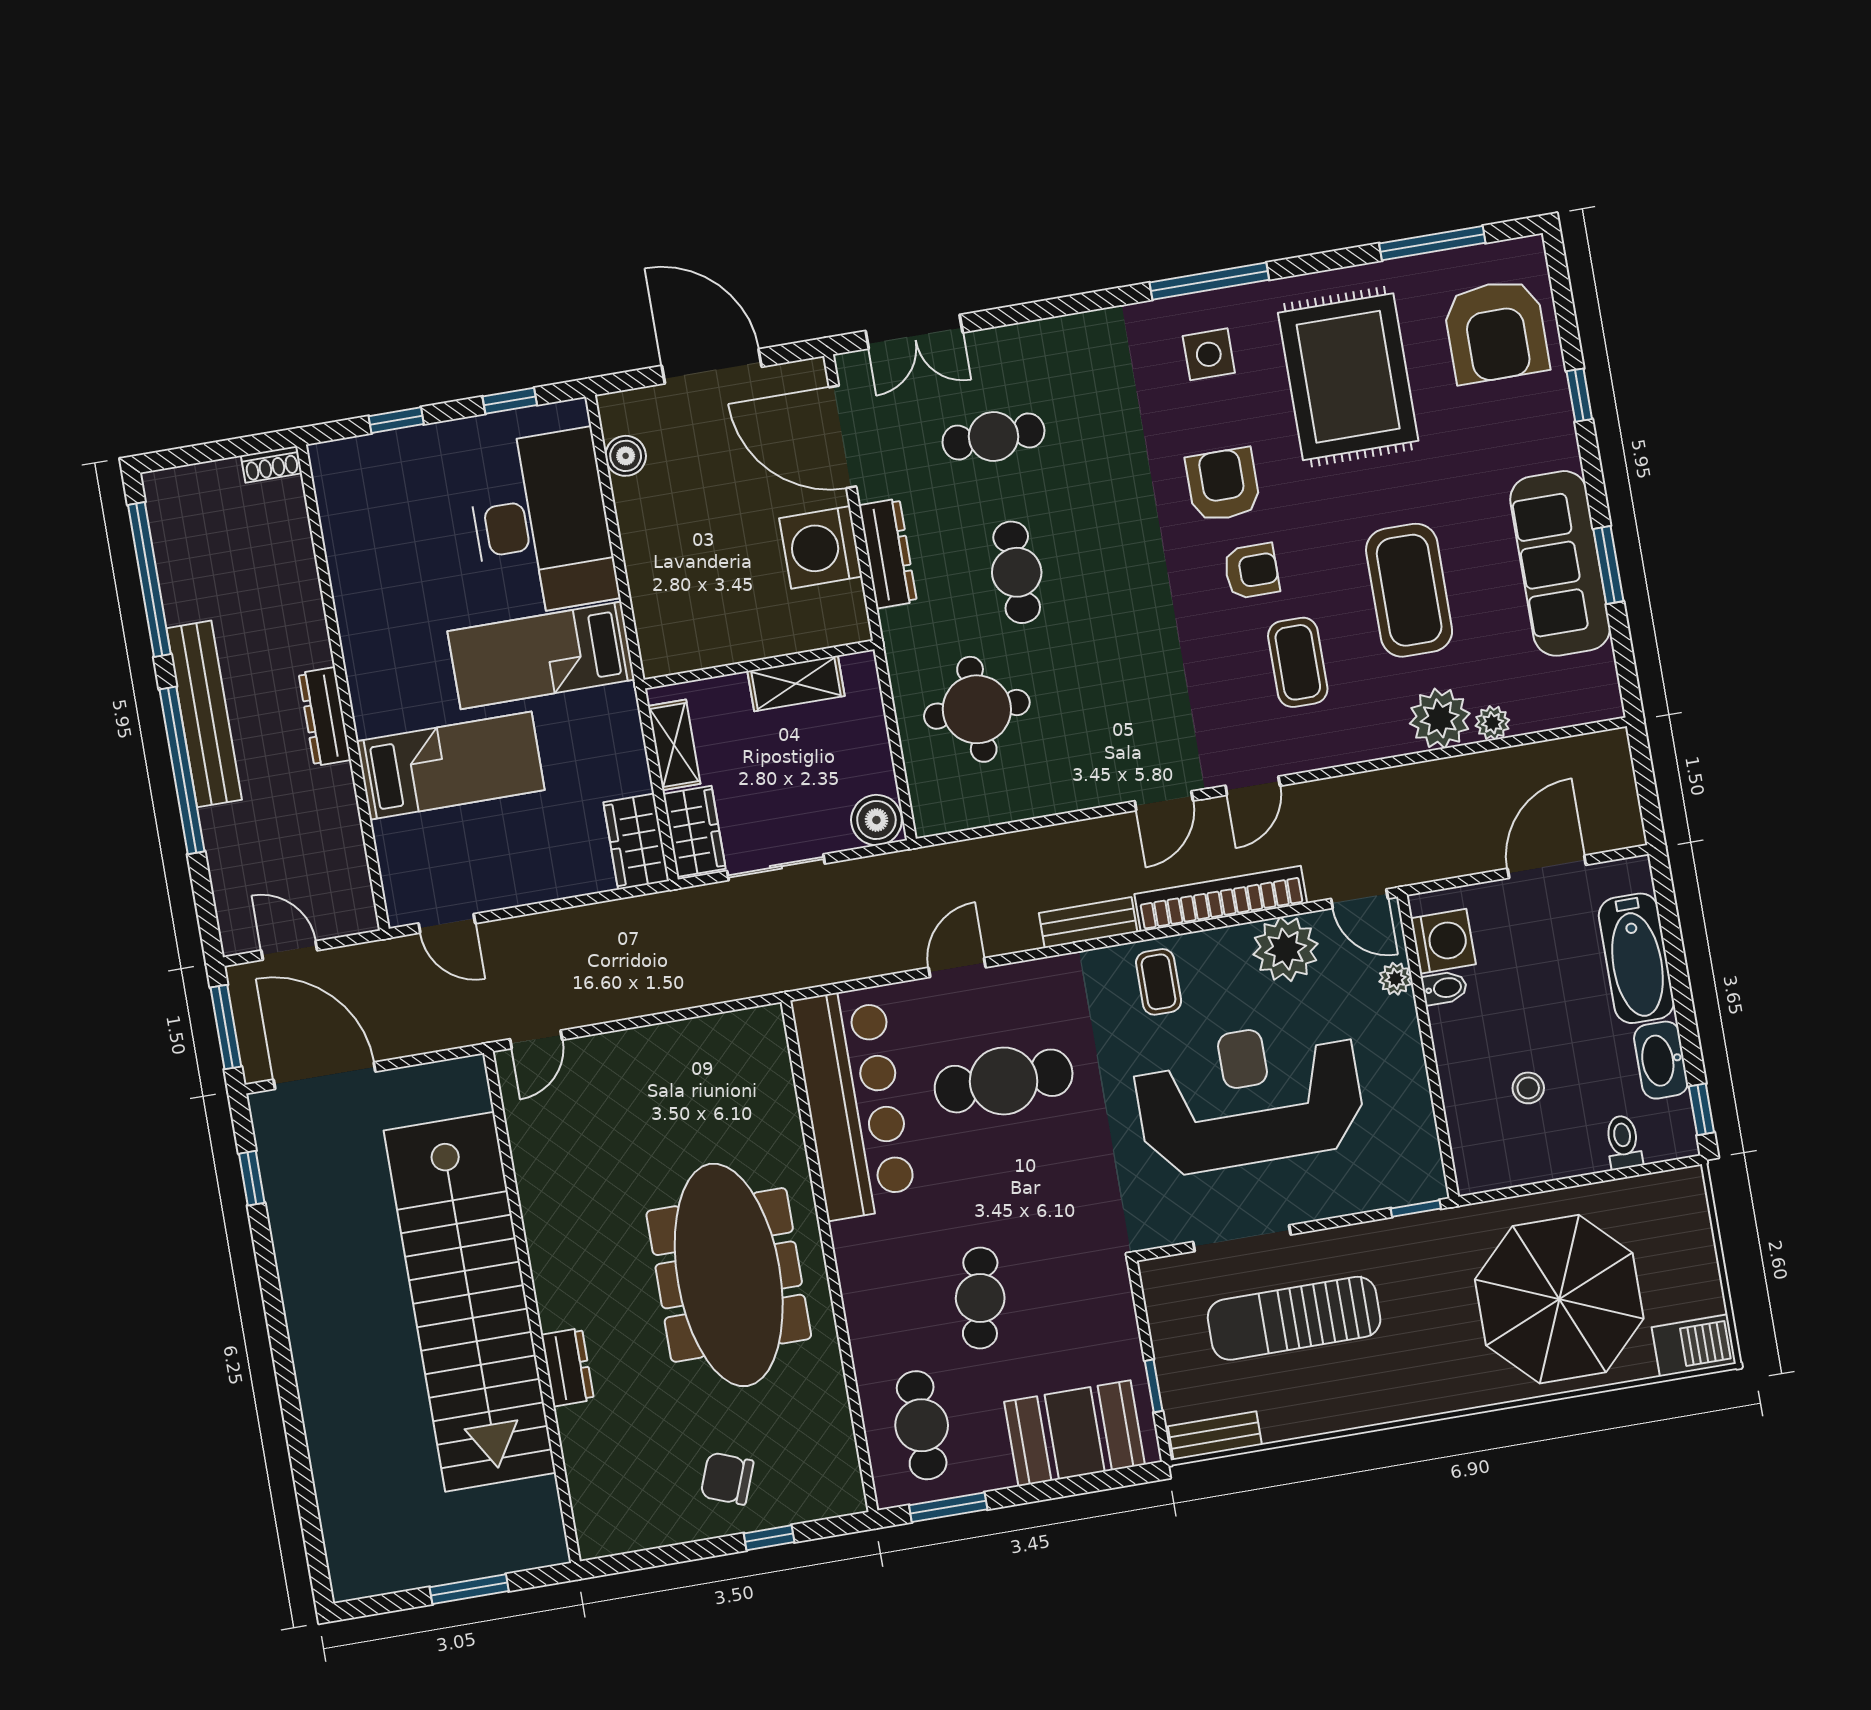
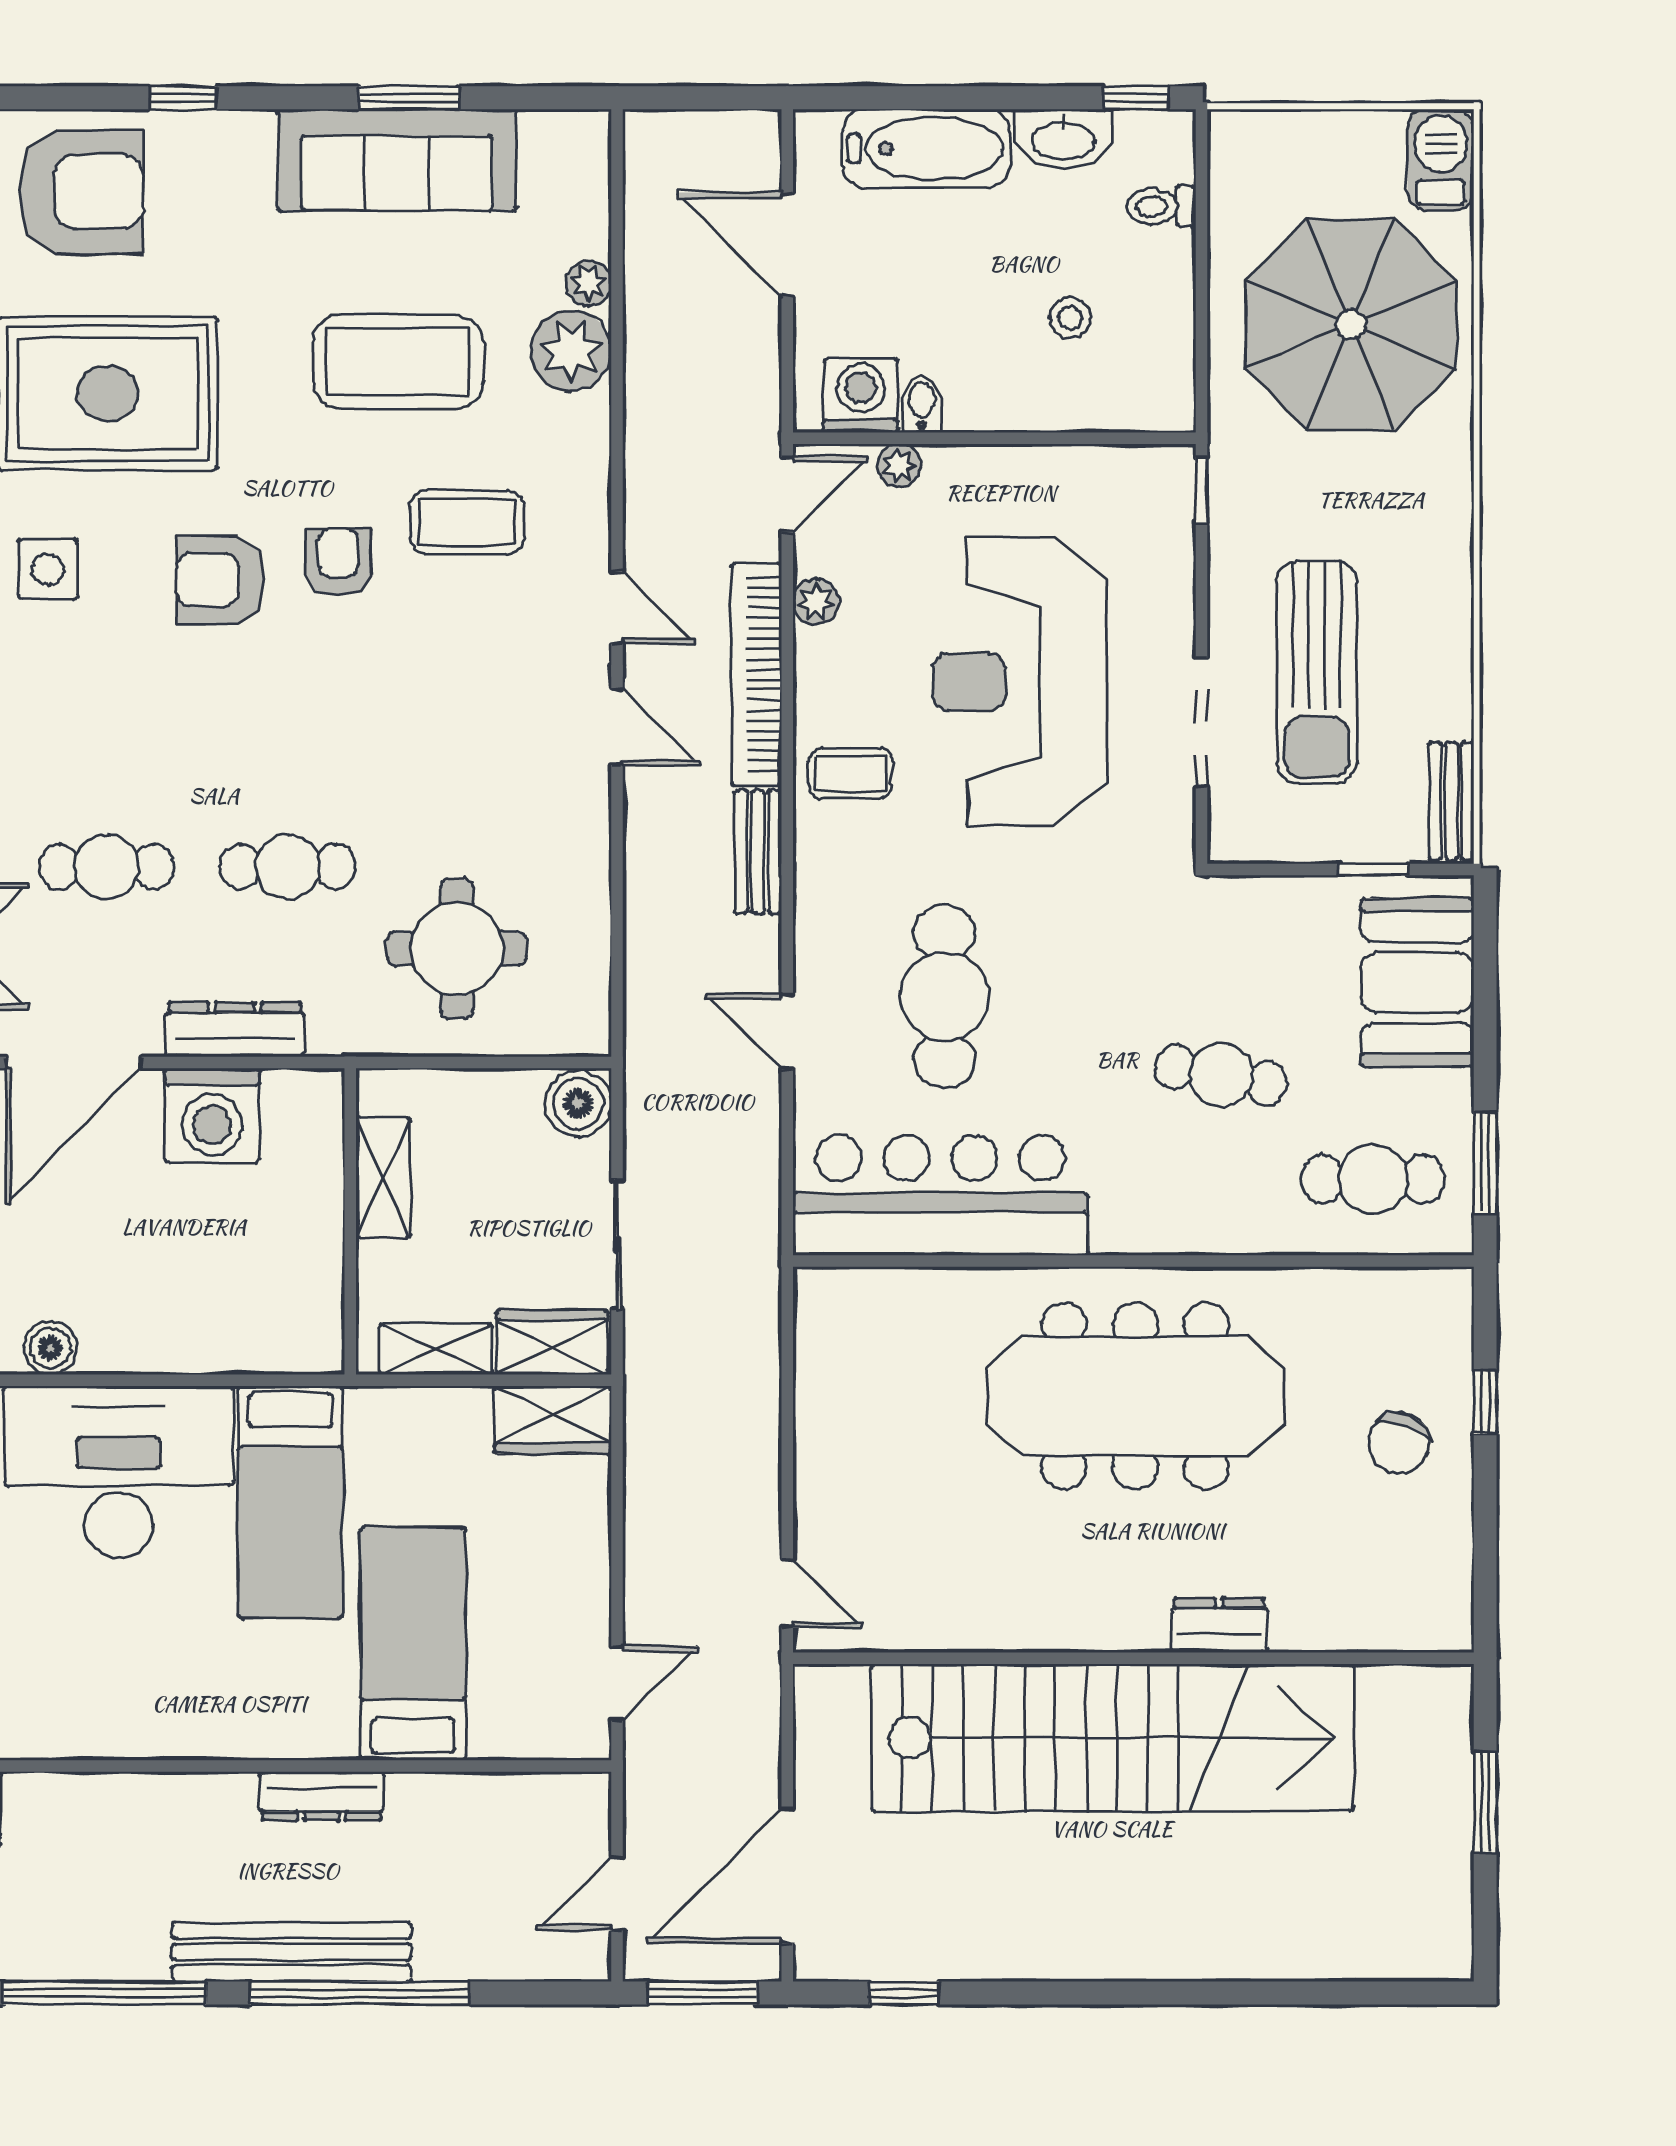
cafe table: (993, 437) -> (107, 867), turned 90
plant: (1286, 949) -> (816, 602), width x0.53, depth x0.53

